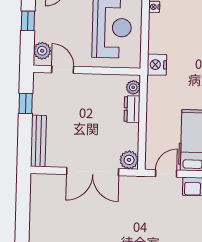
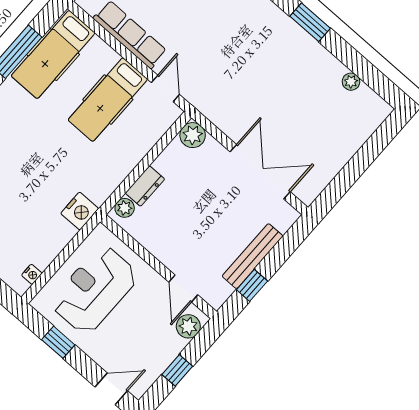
bench: (38, 141) -> (253, 256), moved
double door: (93, 171) -> (260, 172), moved
door: (166, 173) -> (165, 88), swing flipped

